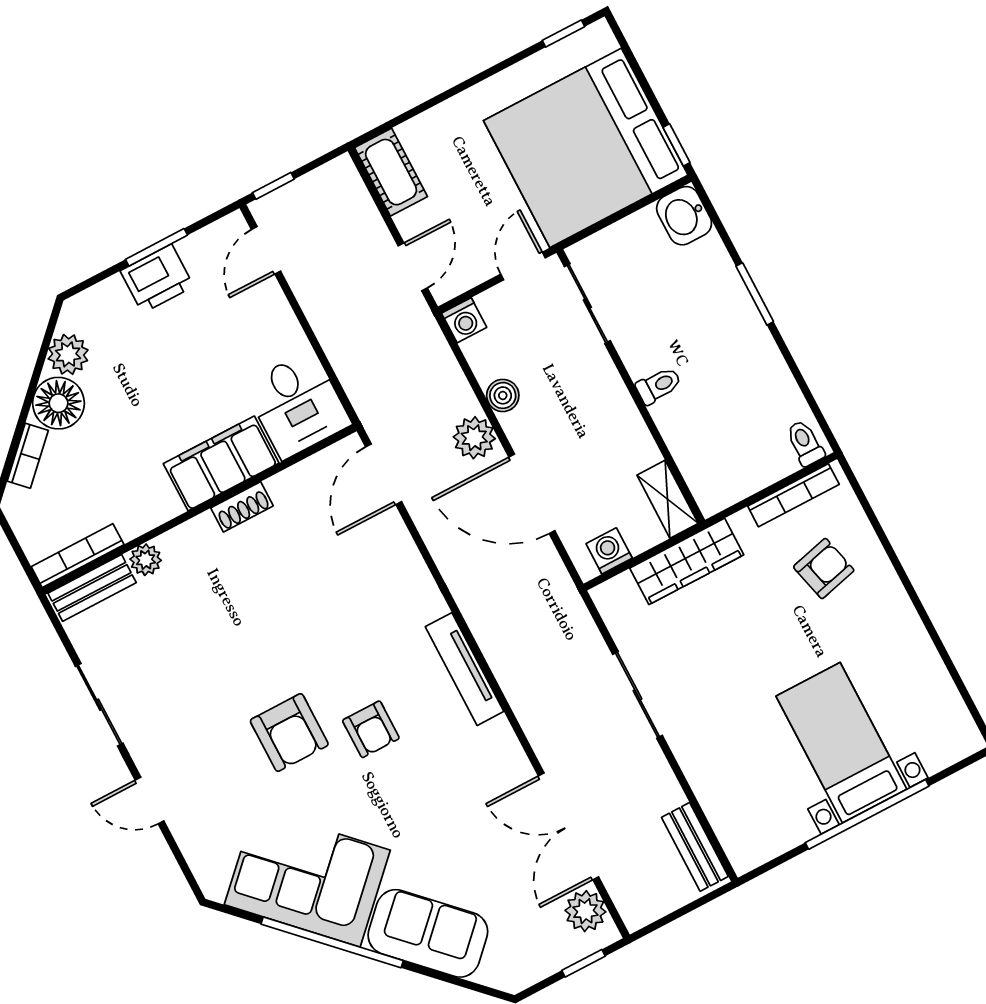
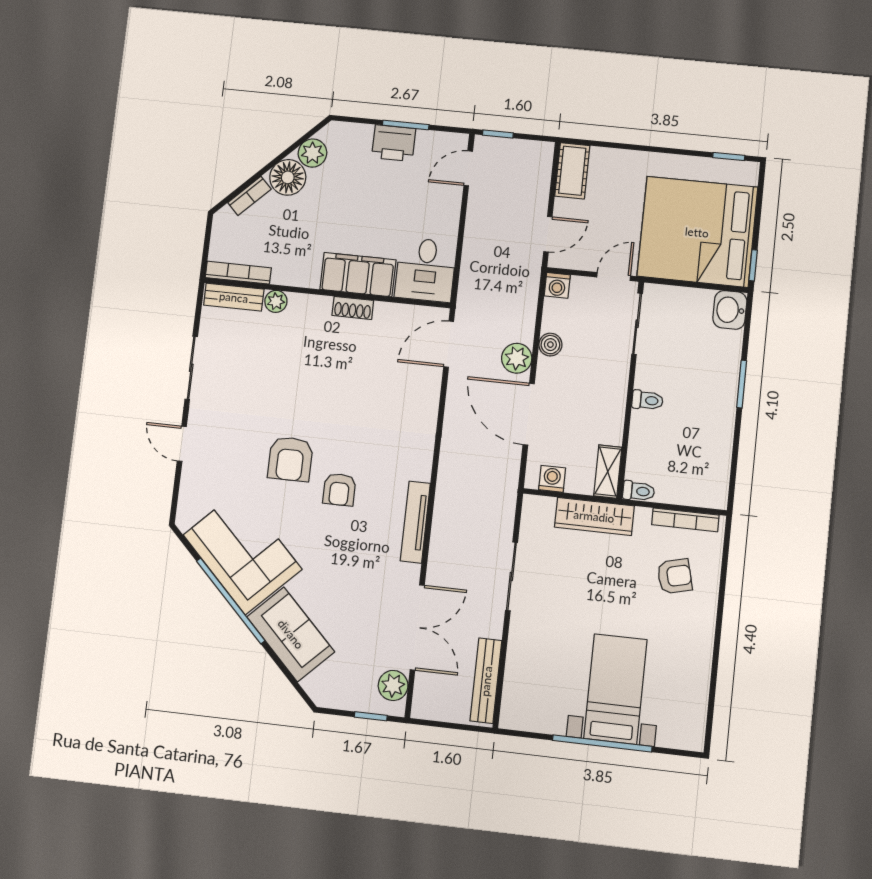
toilet: (805, 443) -> (639, 491), moved, turned 90
tv unit: (465, 669) -> (415, 522), moved
double door: (569, 826) -> (417, 627), swing flipped
bench: (695, 847) -> (486, 681), width x1.36

